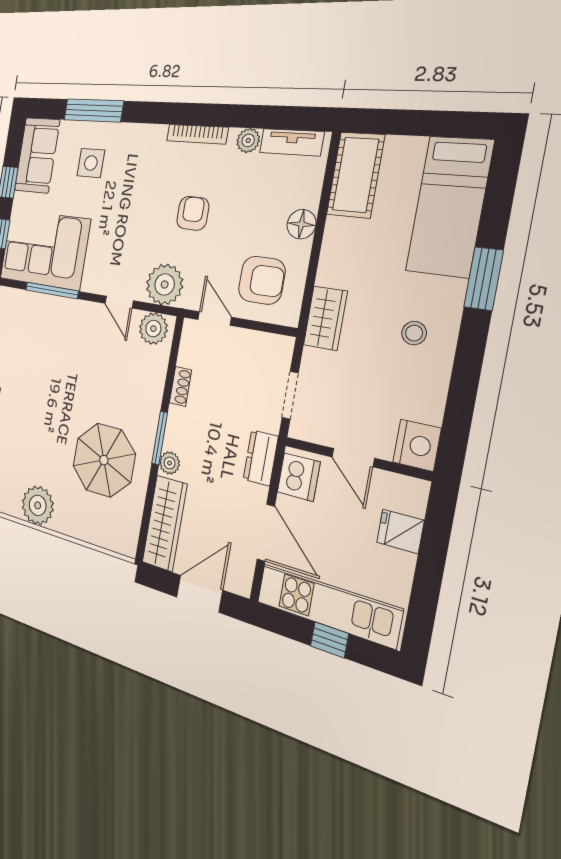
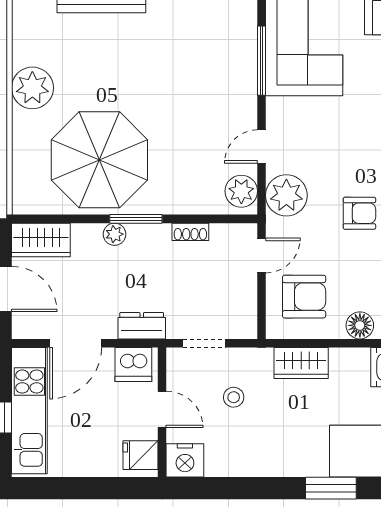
armchair: (262, 280) -> (304, 297), turned -90
wardrobe: (325, 318) -> (301, 363), moved
stool: (414, 333) -> (234, 397), moved
door: (353, 458) -> (162, 409), swing flipped
parasol: (104, 460) -> (99, 160), width x1.36, depth x1.36
wardrobe: (165, 523) -> (41, 240), width x0.67
fridge: (400, 531) -> (141, 455), moved, turned -90

